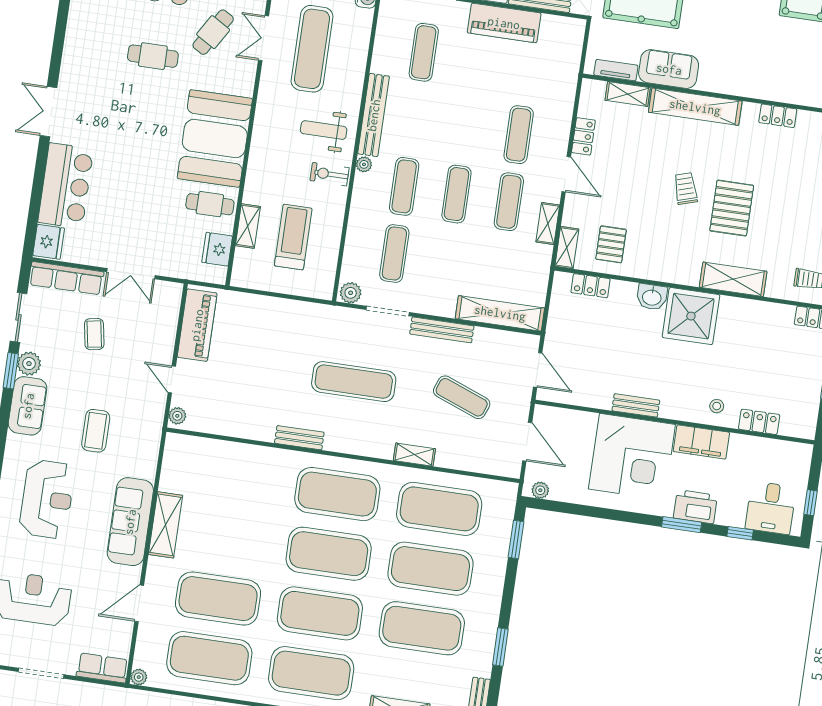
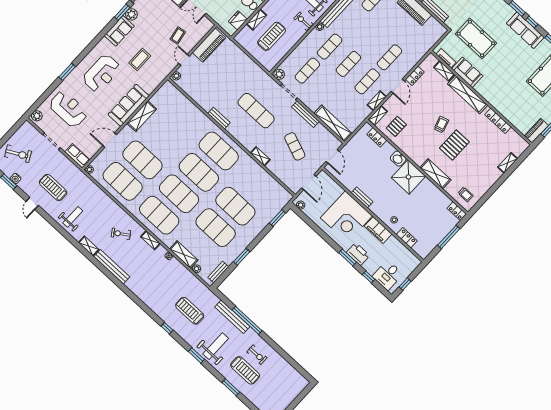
locker: (778, 116) -> (498, 121), width x1.53
coffee table: (94, 334) -> (178, 36), moved
exercise mat: (439, 509) -> (255, 185), removed

